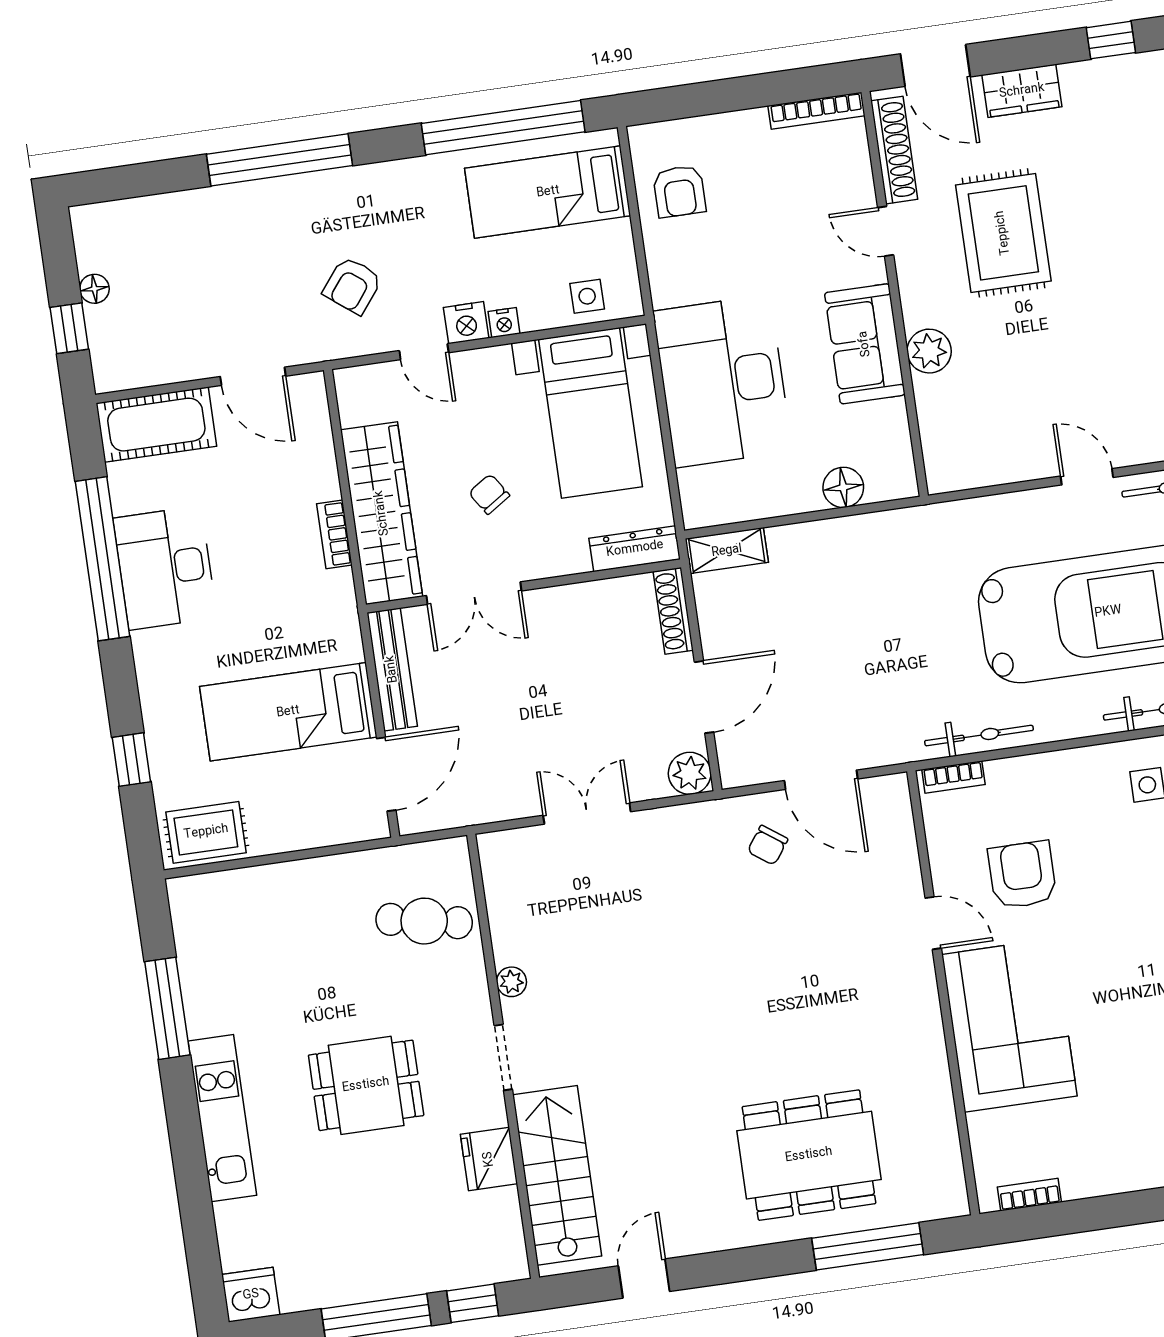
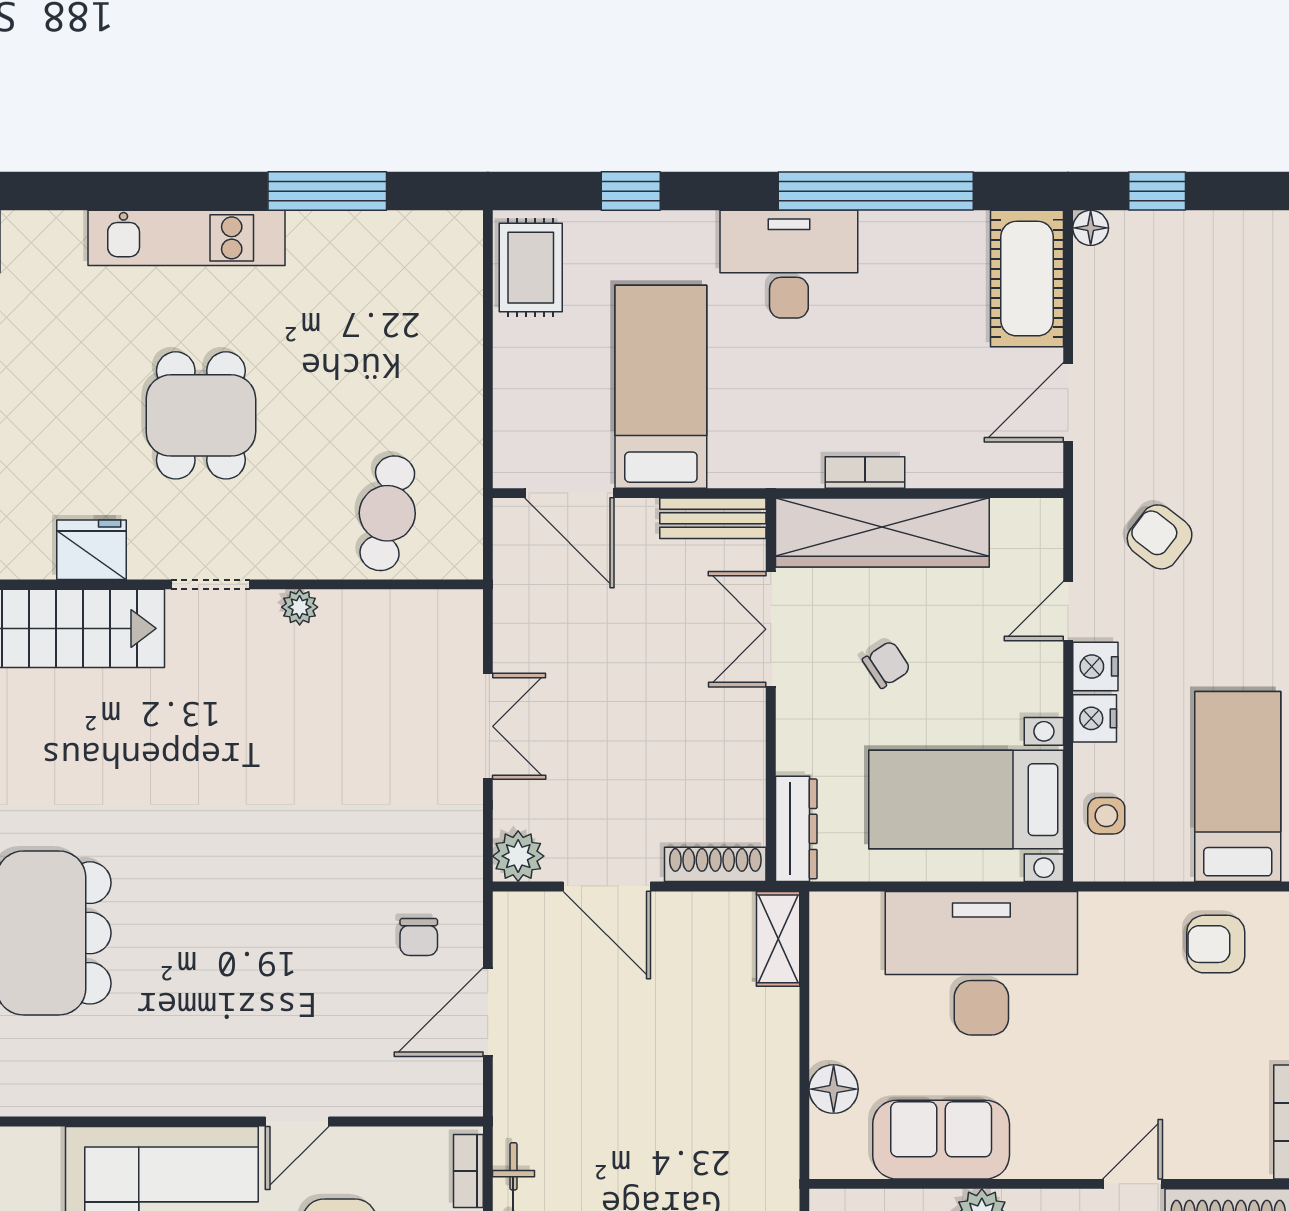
floor lamp: (94, 289) -> (1091, 228), moved
nightstand: (504, 323) -> (1095, 718), width x1.39, depth x1.35
sofa: (865, 344) -> (941, 1140), moved
desk: (165, 568) -> (789, 264), moved
bench: (392, 669) -> (713, 518), width x0.73
chair: (768, 845) -> (419, 937), turned -126

